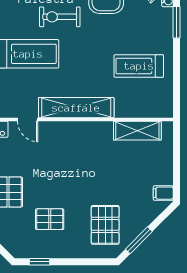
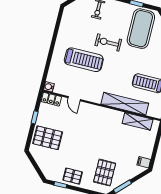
shelving: (76, 108) -> (125, 104), moved
pallet: (50, 219) -> (73, 176), moved

